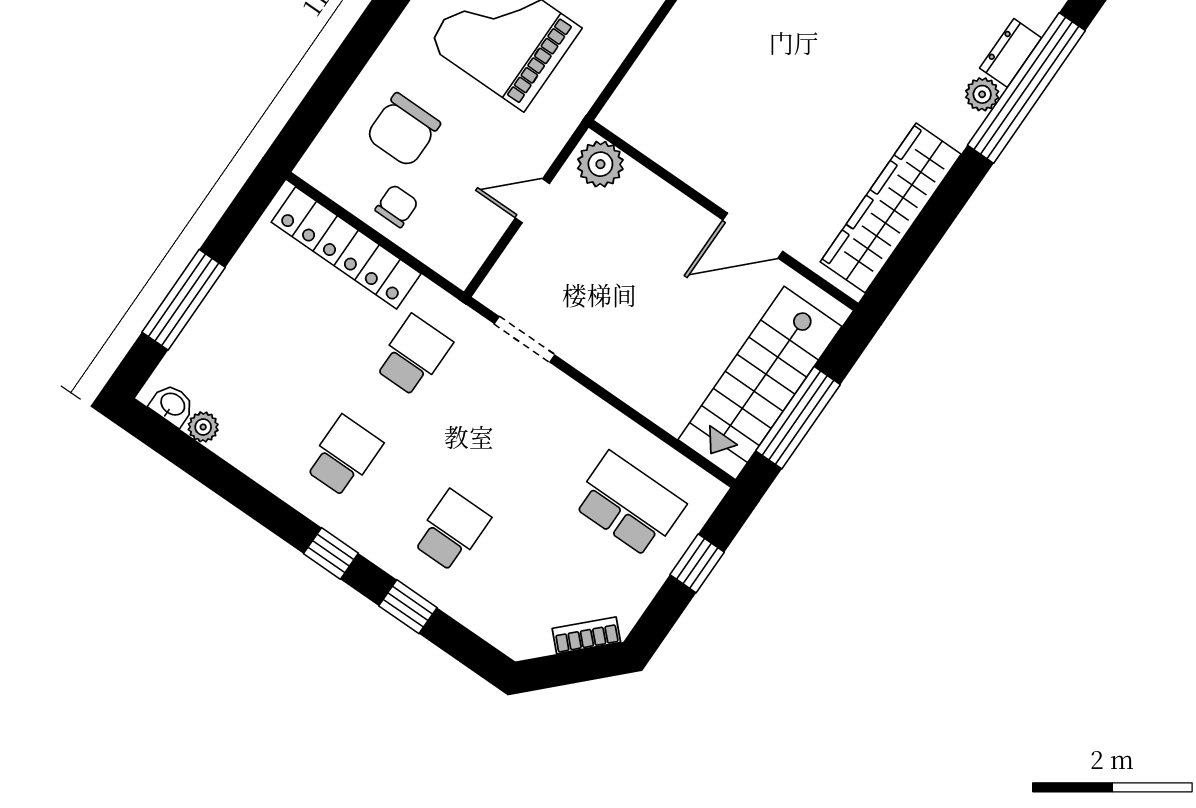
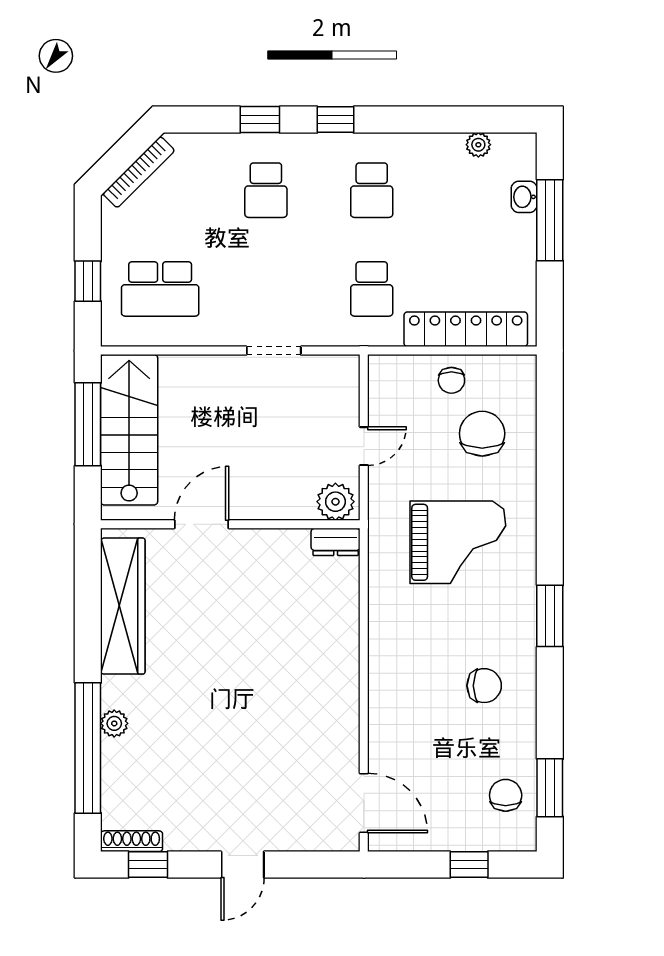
dresser: (1011, 53) -> (336, 542), moved, turned 90
doorway: (524, 339) -> (274, 351), moved
washbasin: (172, 405) -> (524, 197), moved, turned 90
bookcase: (586, 635) -> (139, 172), width x1.56

